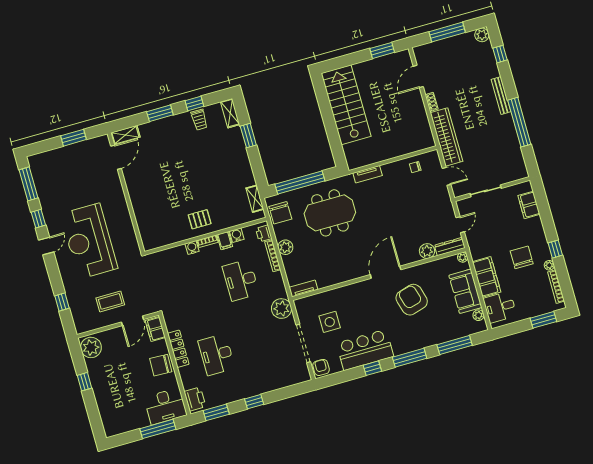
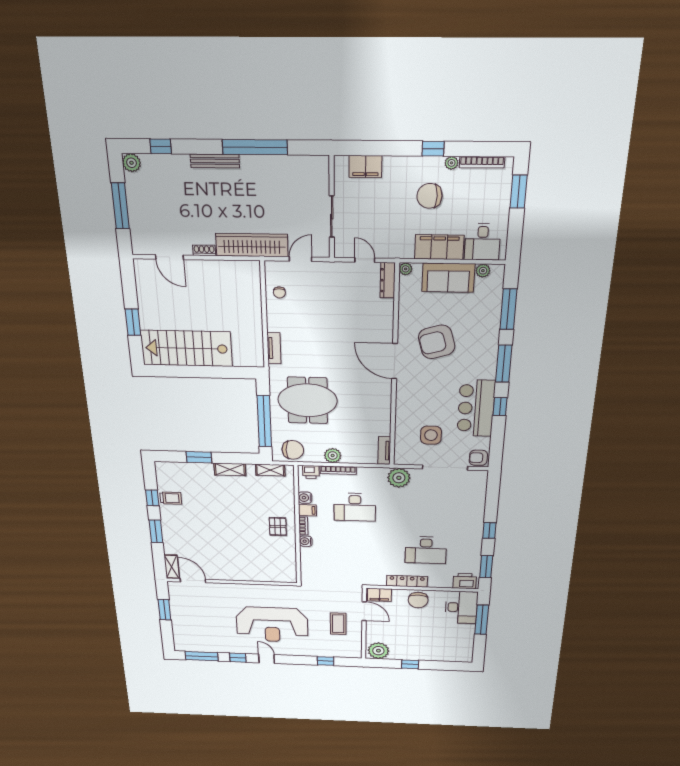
window: (382, 50) -> (133, 322), moved
shelving: (230, 113) -> (230, 469), moved
meeting table: (330, 213) -> (308, 400), turned 90
plant: (427, 251) -> (385, 308), removed

